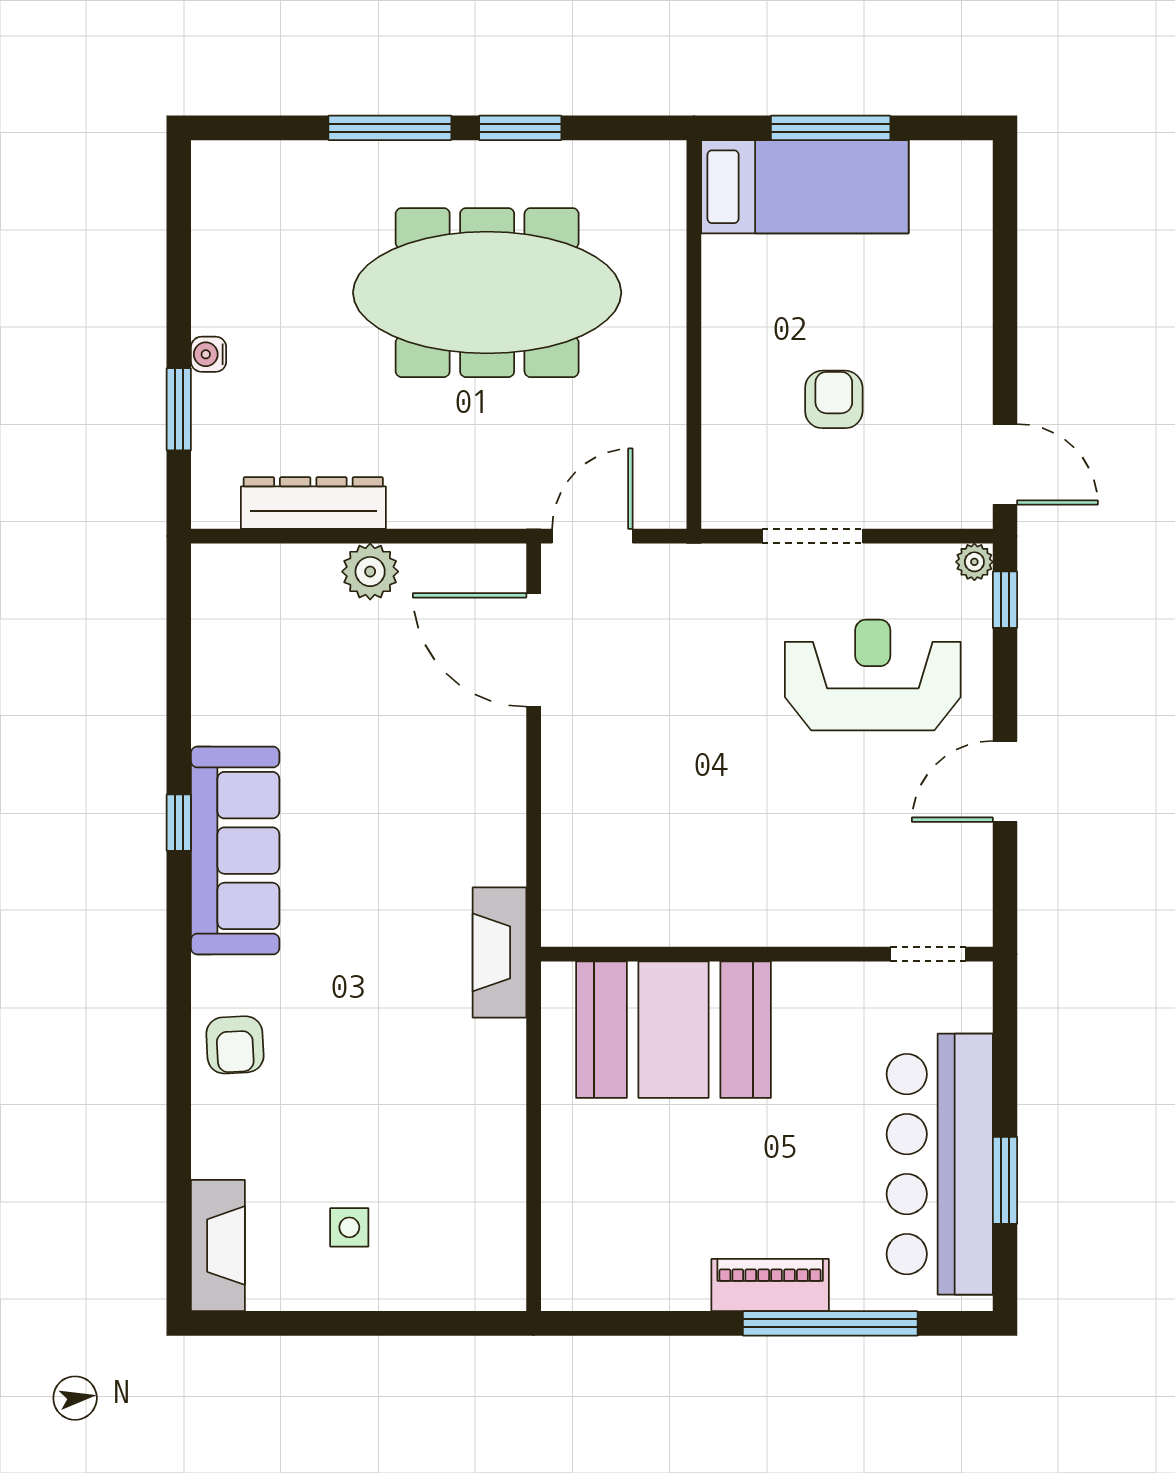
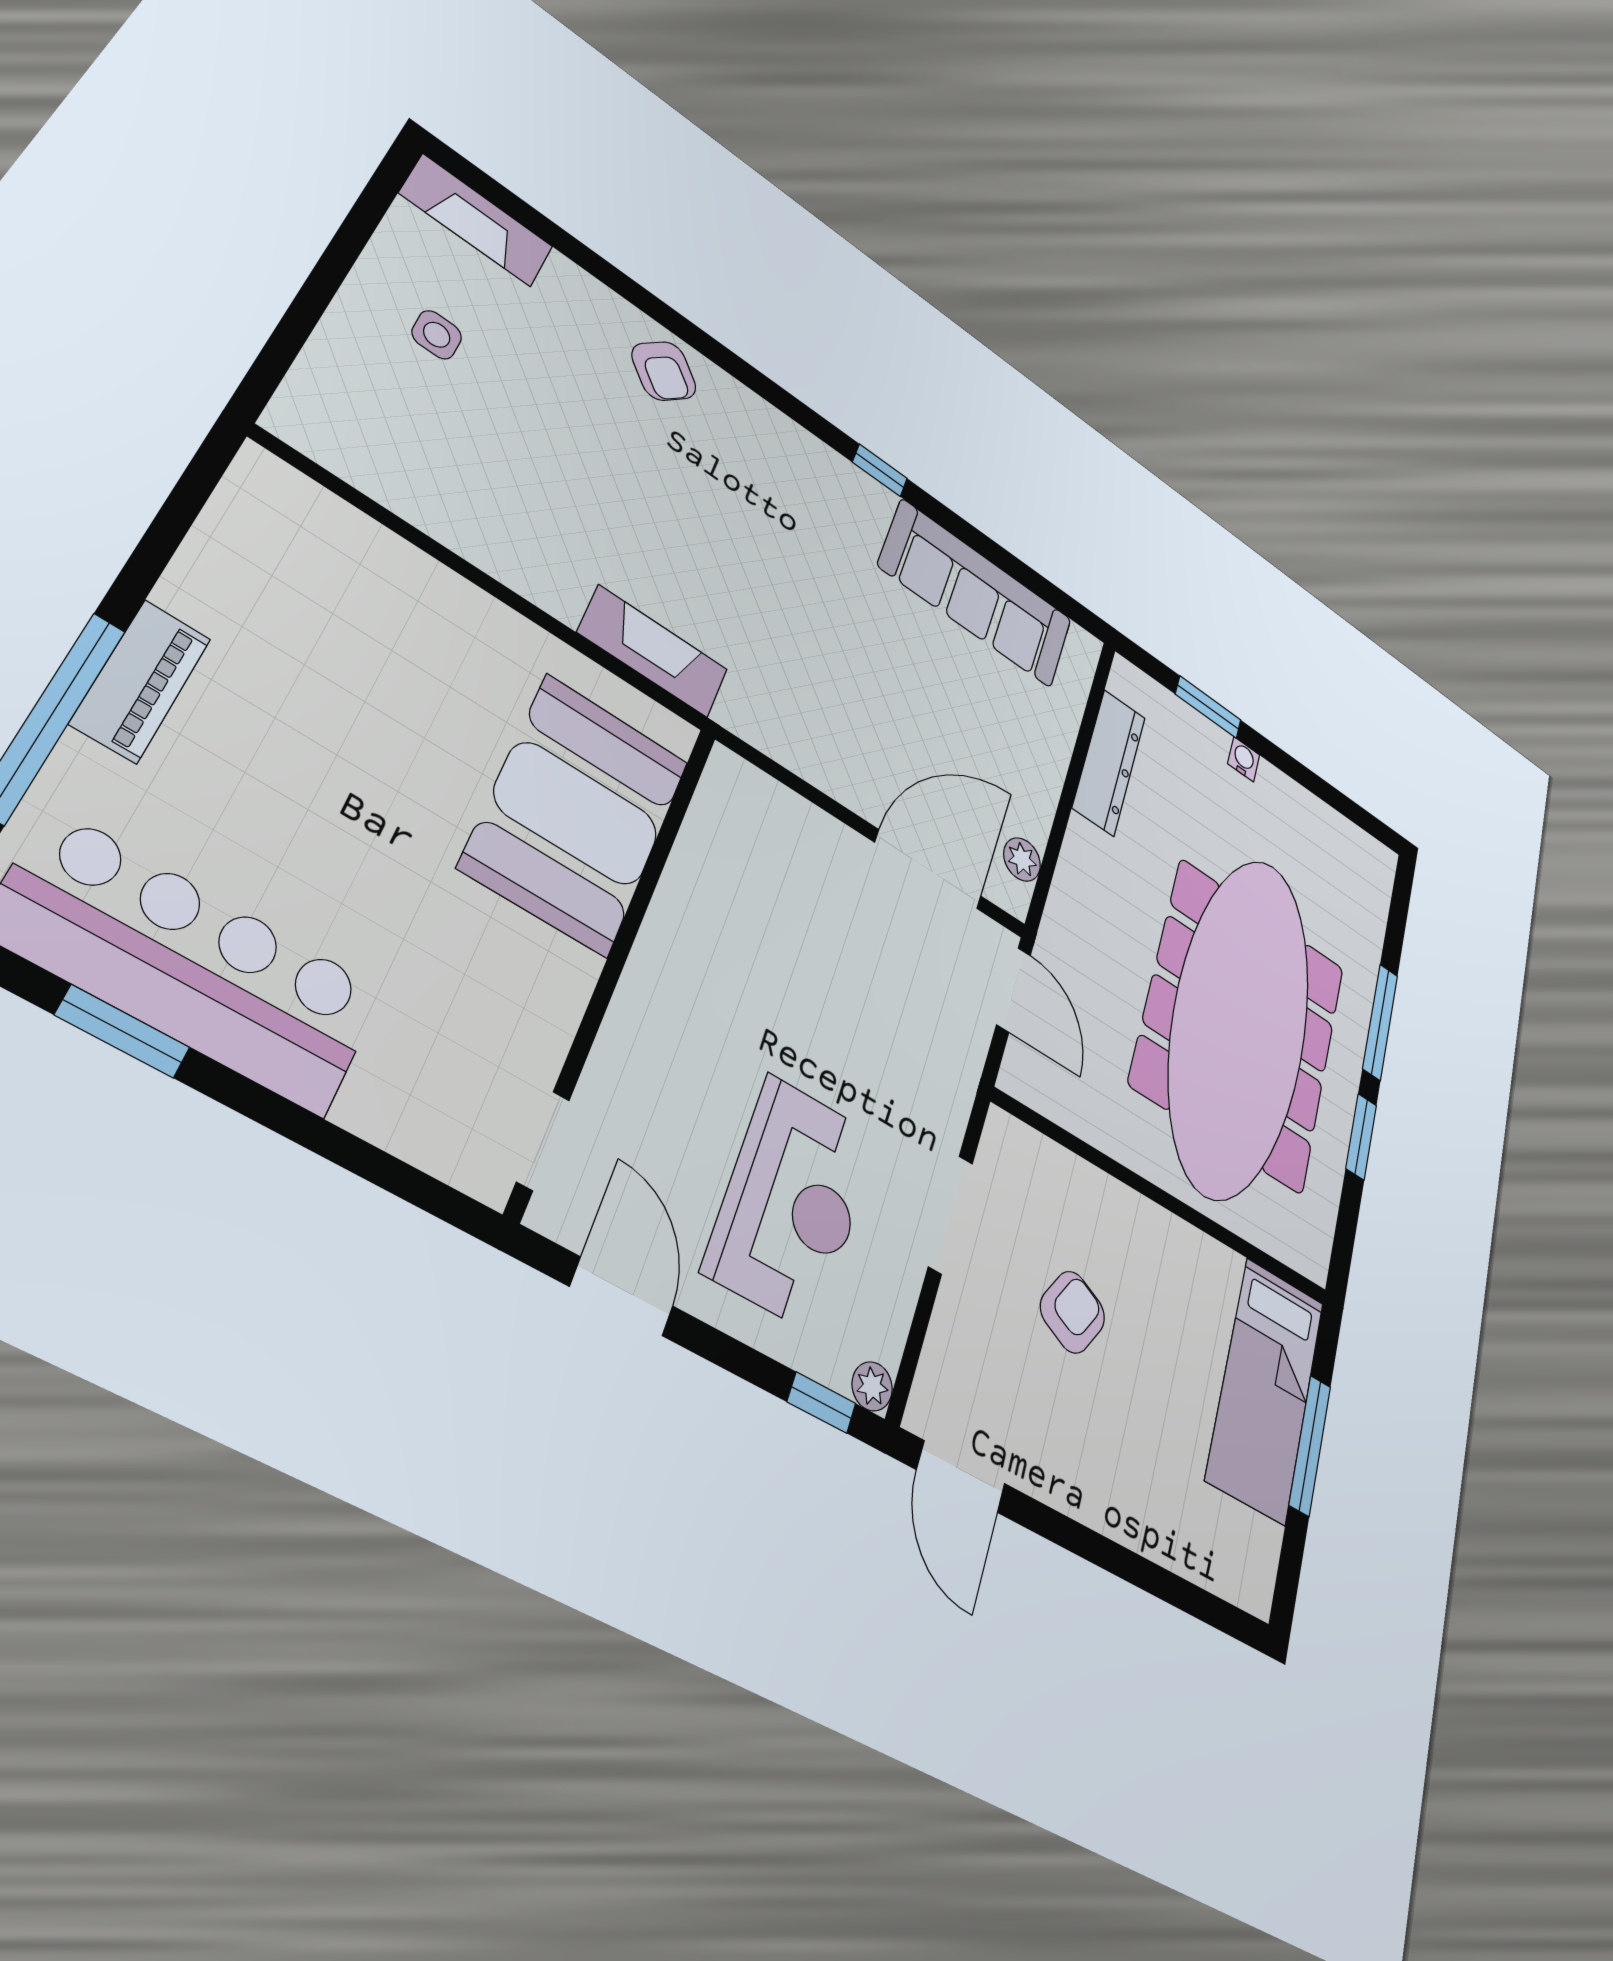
meeting table: (487, 293) -> (1240, 1024), width x1.36, depth x1.27
armchair: (834, 399) -> (1073, 1312), turned -64
door: (1005, 464) -> (961, 1477), hinge flipped
plant: (370, 572) -> (1022, 859), moved, width x0.73, depth x0.73
sofa: (235, 851) -> (976, 593), moved
wall: (767, 954) -> (617, 959), moved
doorway: (928, 954) -> (543, 1141), moved
booth: (674, 1030) -> (576, 813), moved
armchair: (235, 1045) -> (664, 371), turned -132

